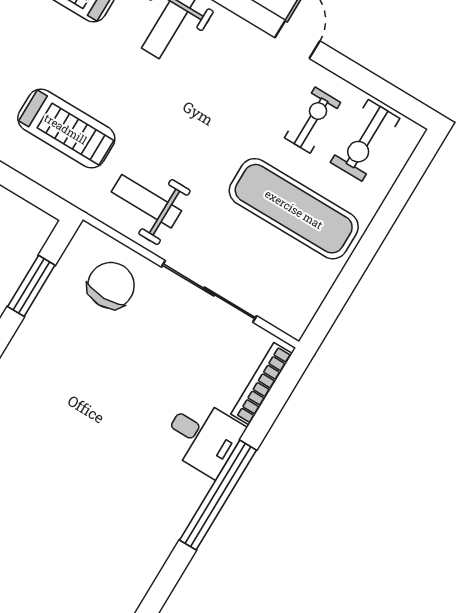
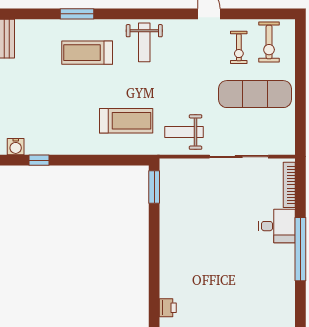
exercise bike: (313, 120) -> (239, 47), turned 180
chair: (111, 285) -> (191, 181), removed
window: (31, 286) -> (154, 187), moved

